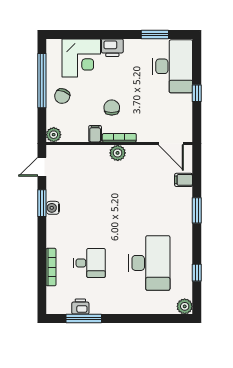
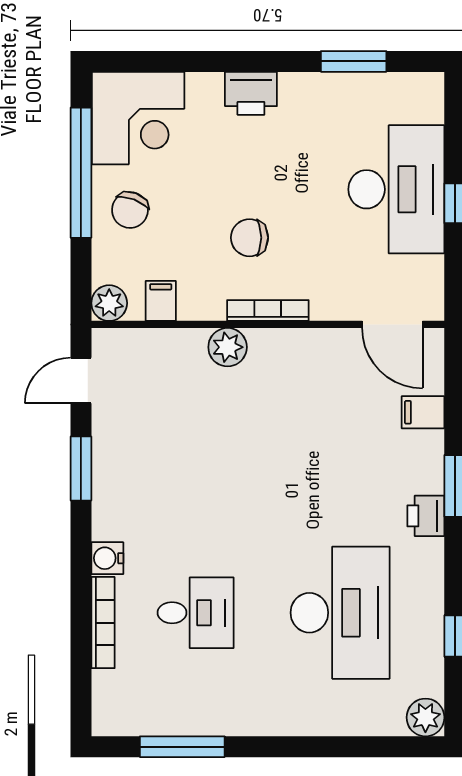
corner desk: (81, 58) -> (138, 118), moved
desk: (173, 66) -> (396, 189), moved
chair: (112, 108) -> (249, 238), turned -90
filing cabinet: (95, 134) -> (161, 301), moved
plant: (118, 153) -> (228, 347), moved
water cooler: (53, 208) -> (107, 558), moved
printer: (80, 307) -> (426, 516), moved, turned -90

